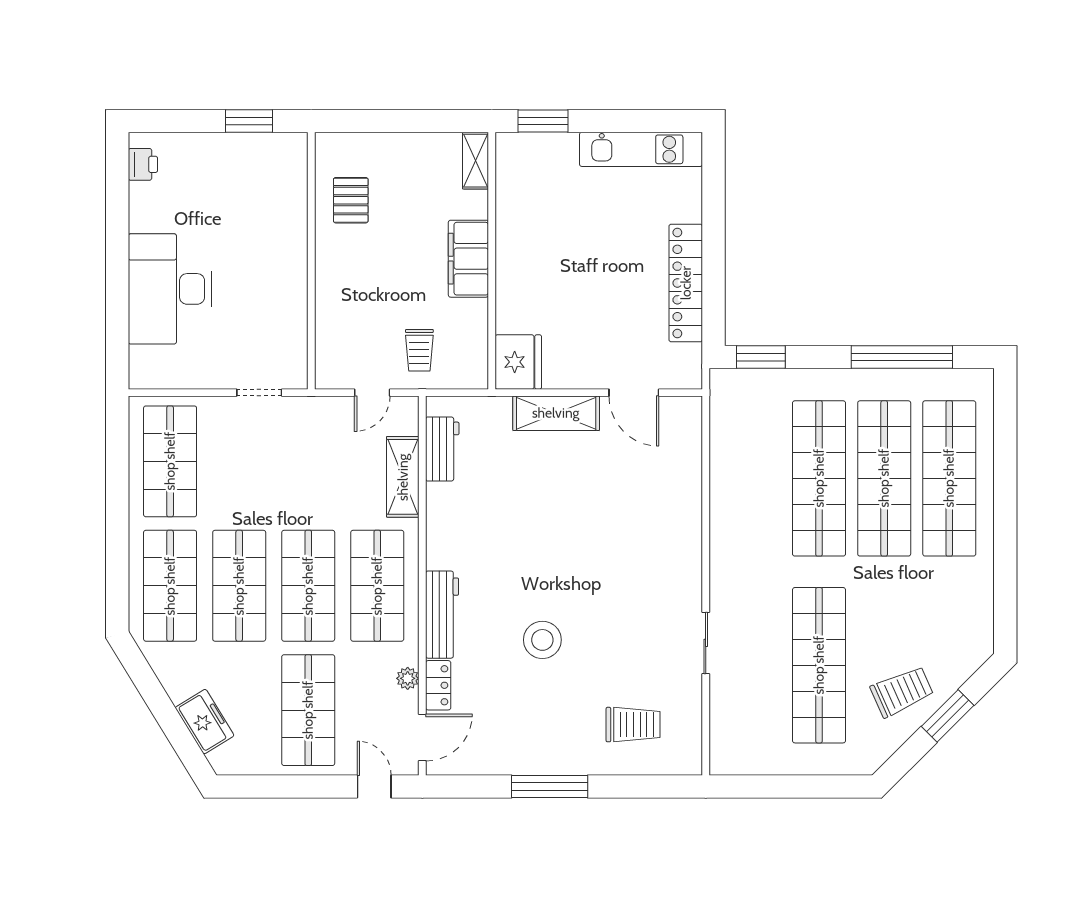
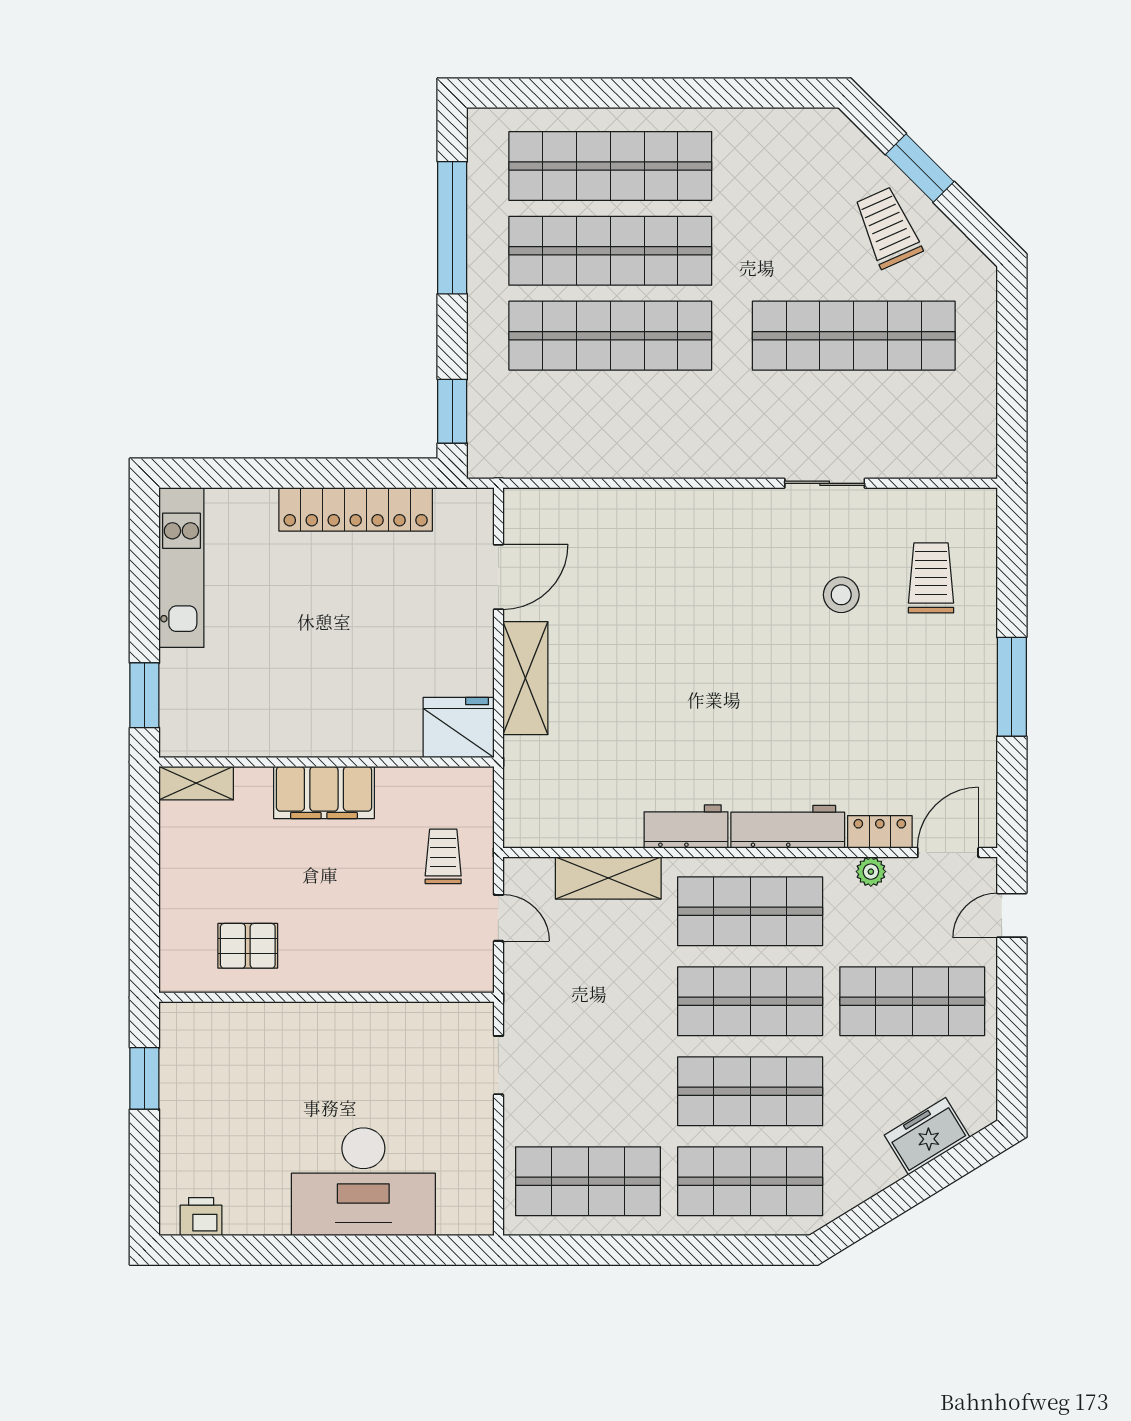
trolley: (419, 350) -> (443, 856), turned -90
workbench: (442, 449) -> (686, 827), moved
stool: (542, 640) -> (841, 595), moved, width x0.73, depth x0.73
door: (422, 738) -> (948, 853), hinge flipped

